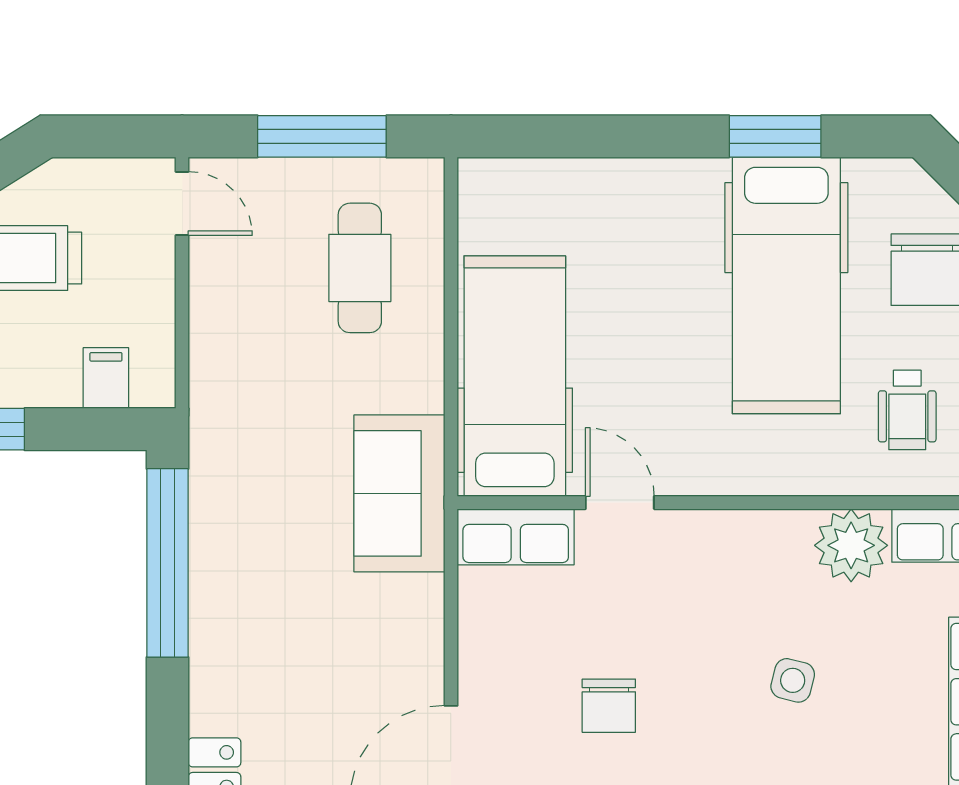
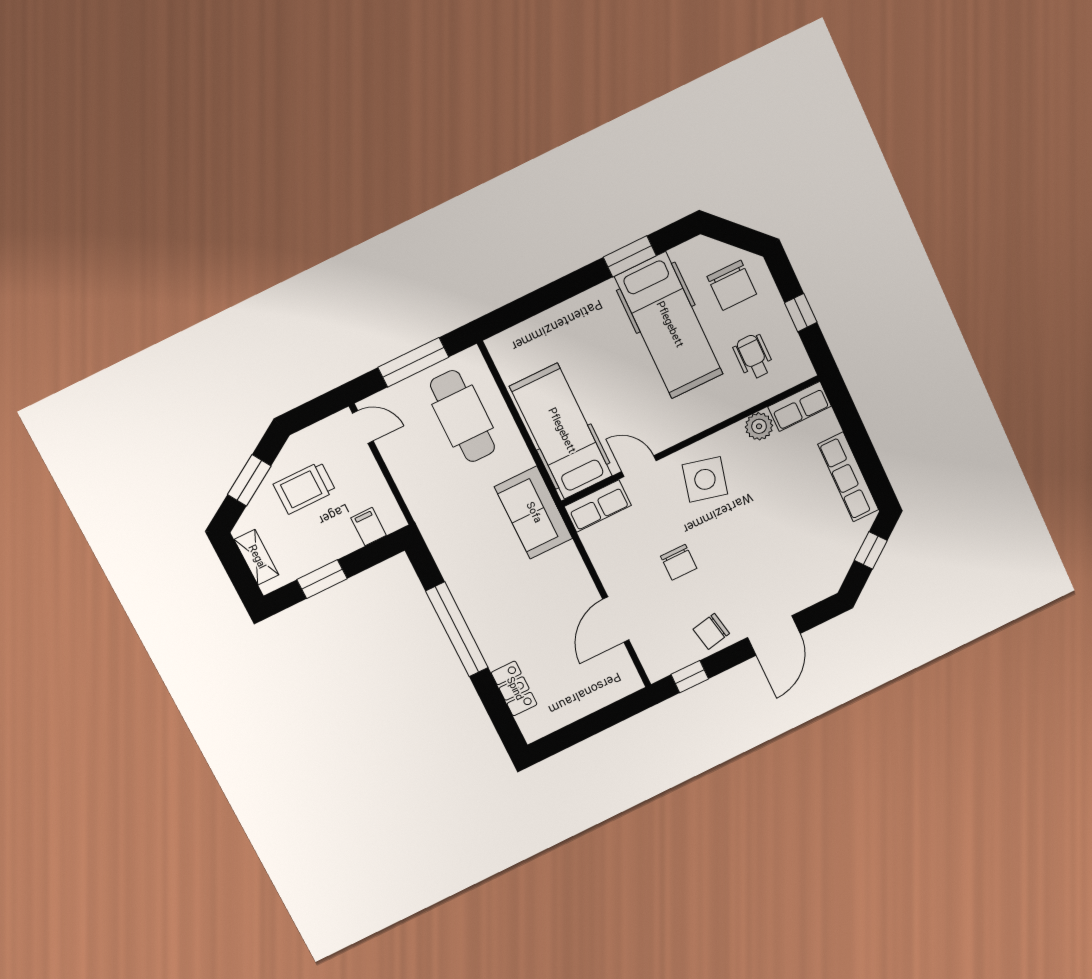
cafe table: (360, 268) -> (463, 416), width x1.37, depth x1.35
wheelchair: (907, 410) -> (753, 357), turned 180
plant: (851, 545) -> (759, 426), width x0.73, depth x0.73
window: (168, 563) -> (457, 629), moved
side table: (793, 680) -> (705, 479), moved, width x1.87, depth x1.87

